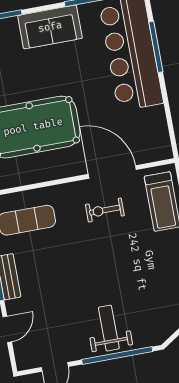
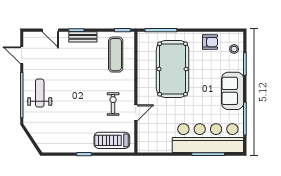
door: (112, 172) -> (136, 113), width x0.53
weight bench: (109, 328) -> (40, 93), turned -90

